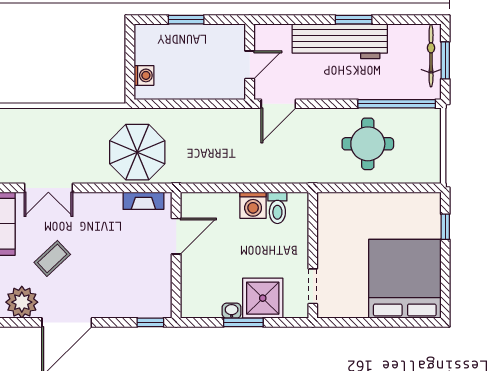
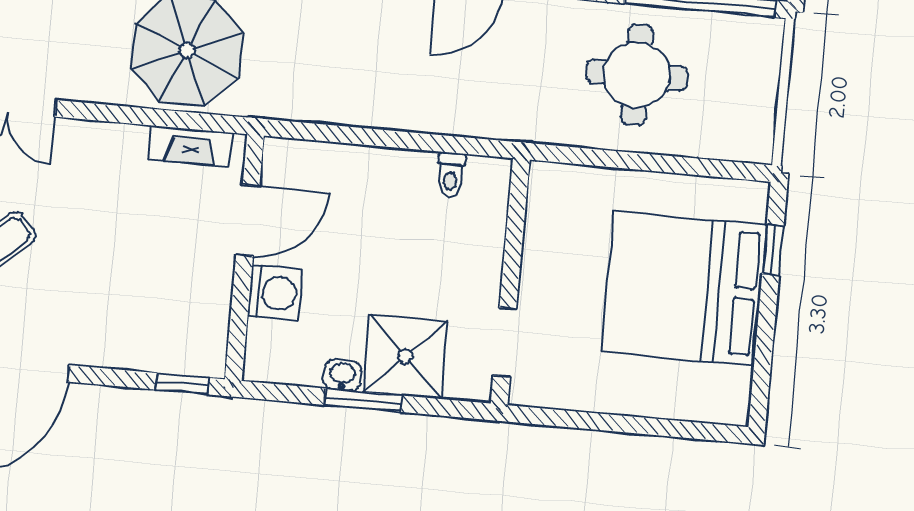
washing machine: (253, 205) -> (275, 293), moved, turned -90
toilet: (277, 208) -> (451, 175), width x0.73, depth x0.72
bed: (405, 279) -> (684, 288), moved, turned -90

